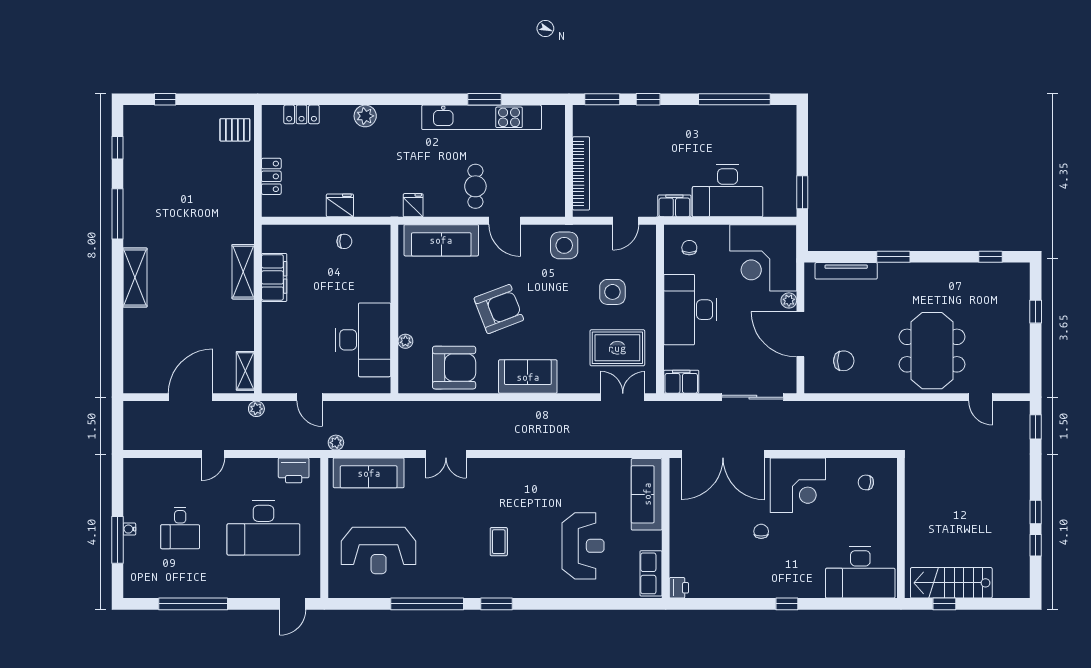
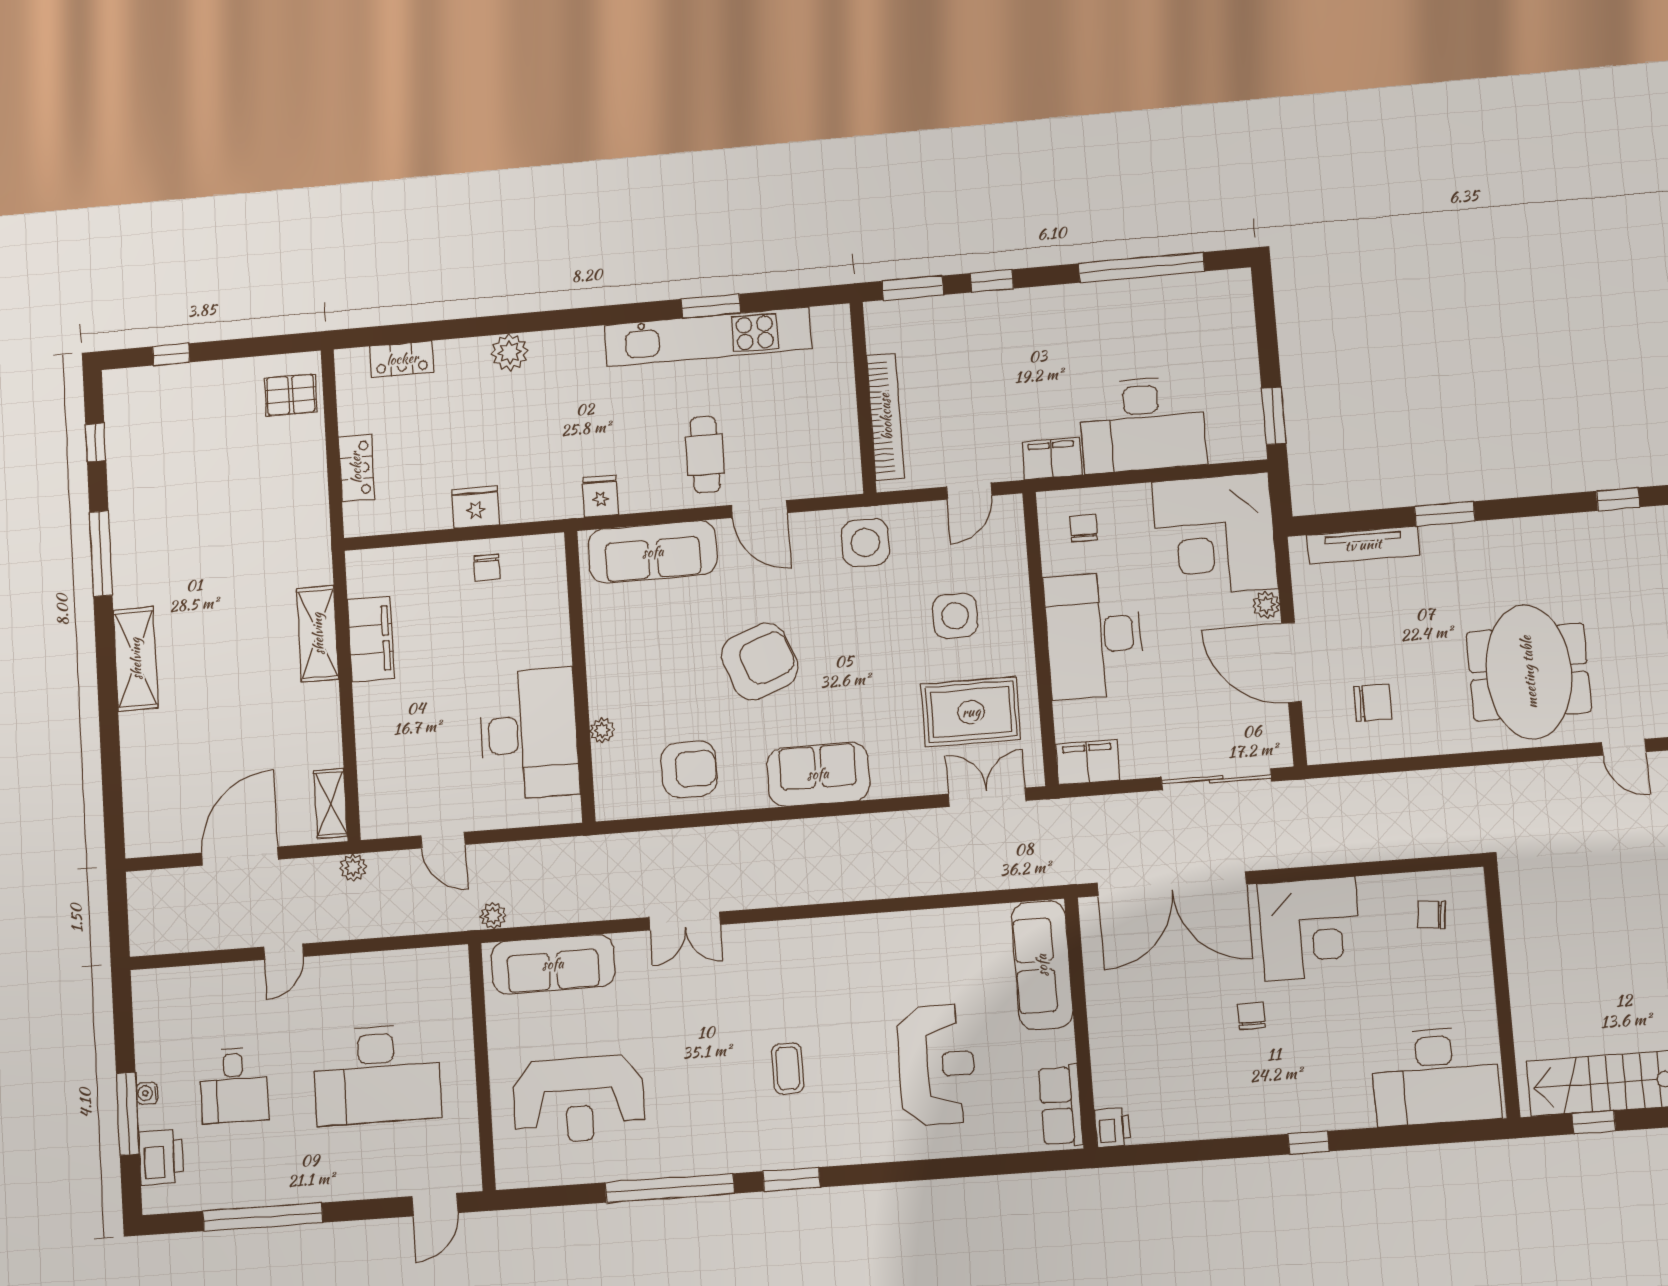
chair: (344, 241) -> (487, 568), turned 90
armchair: (454, 368) -> (689, 769), width x0.73, depth x0.73
printer: (294, 470) -> (161, 1157), moved, turned -90

